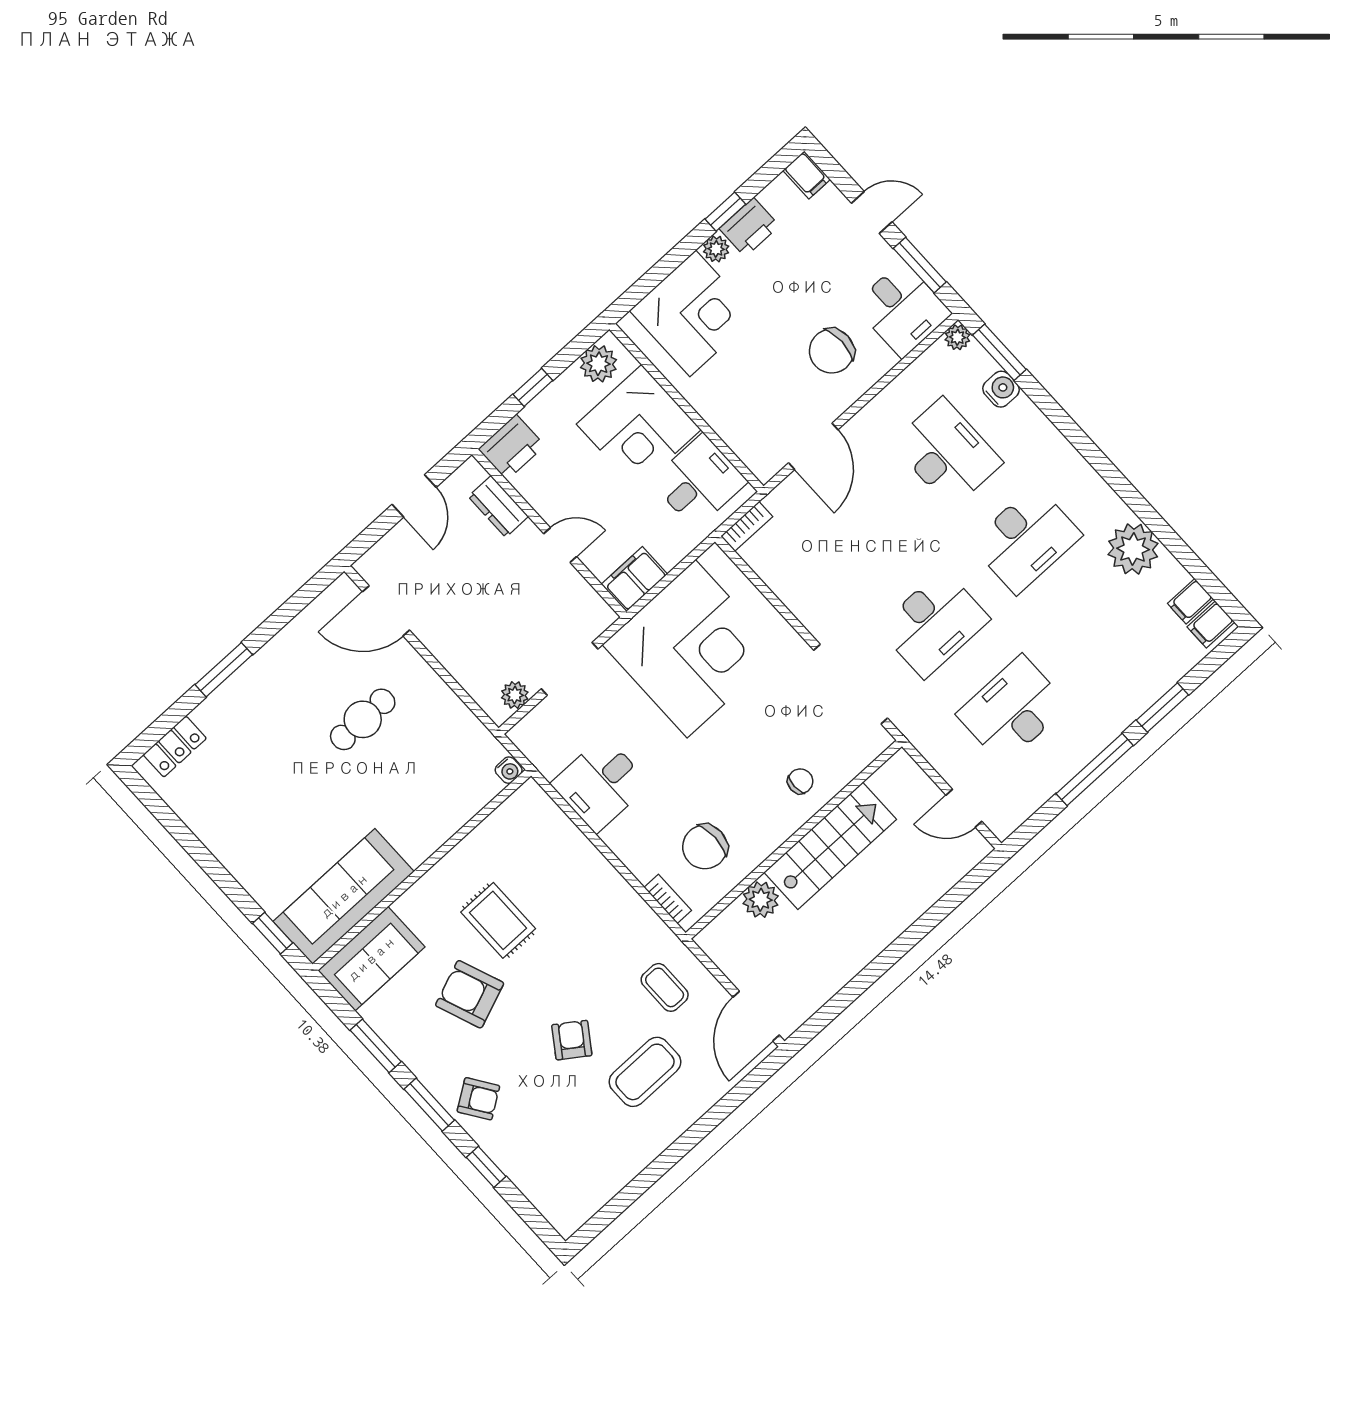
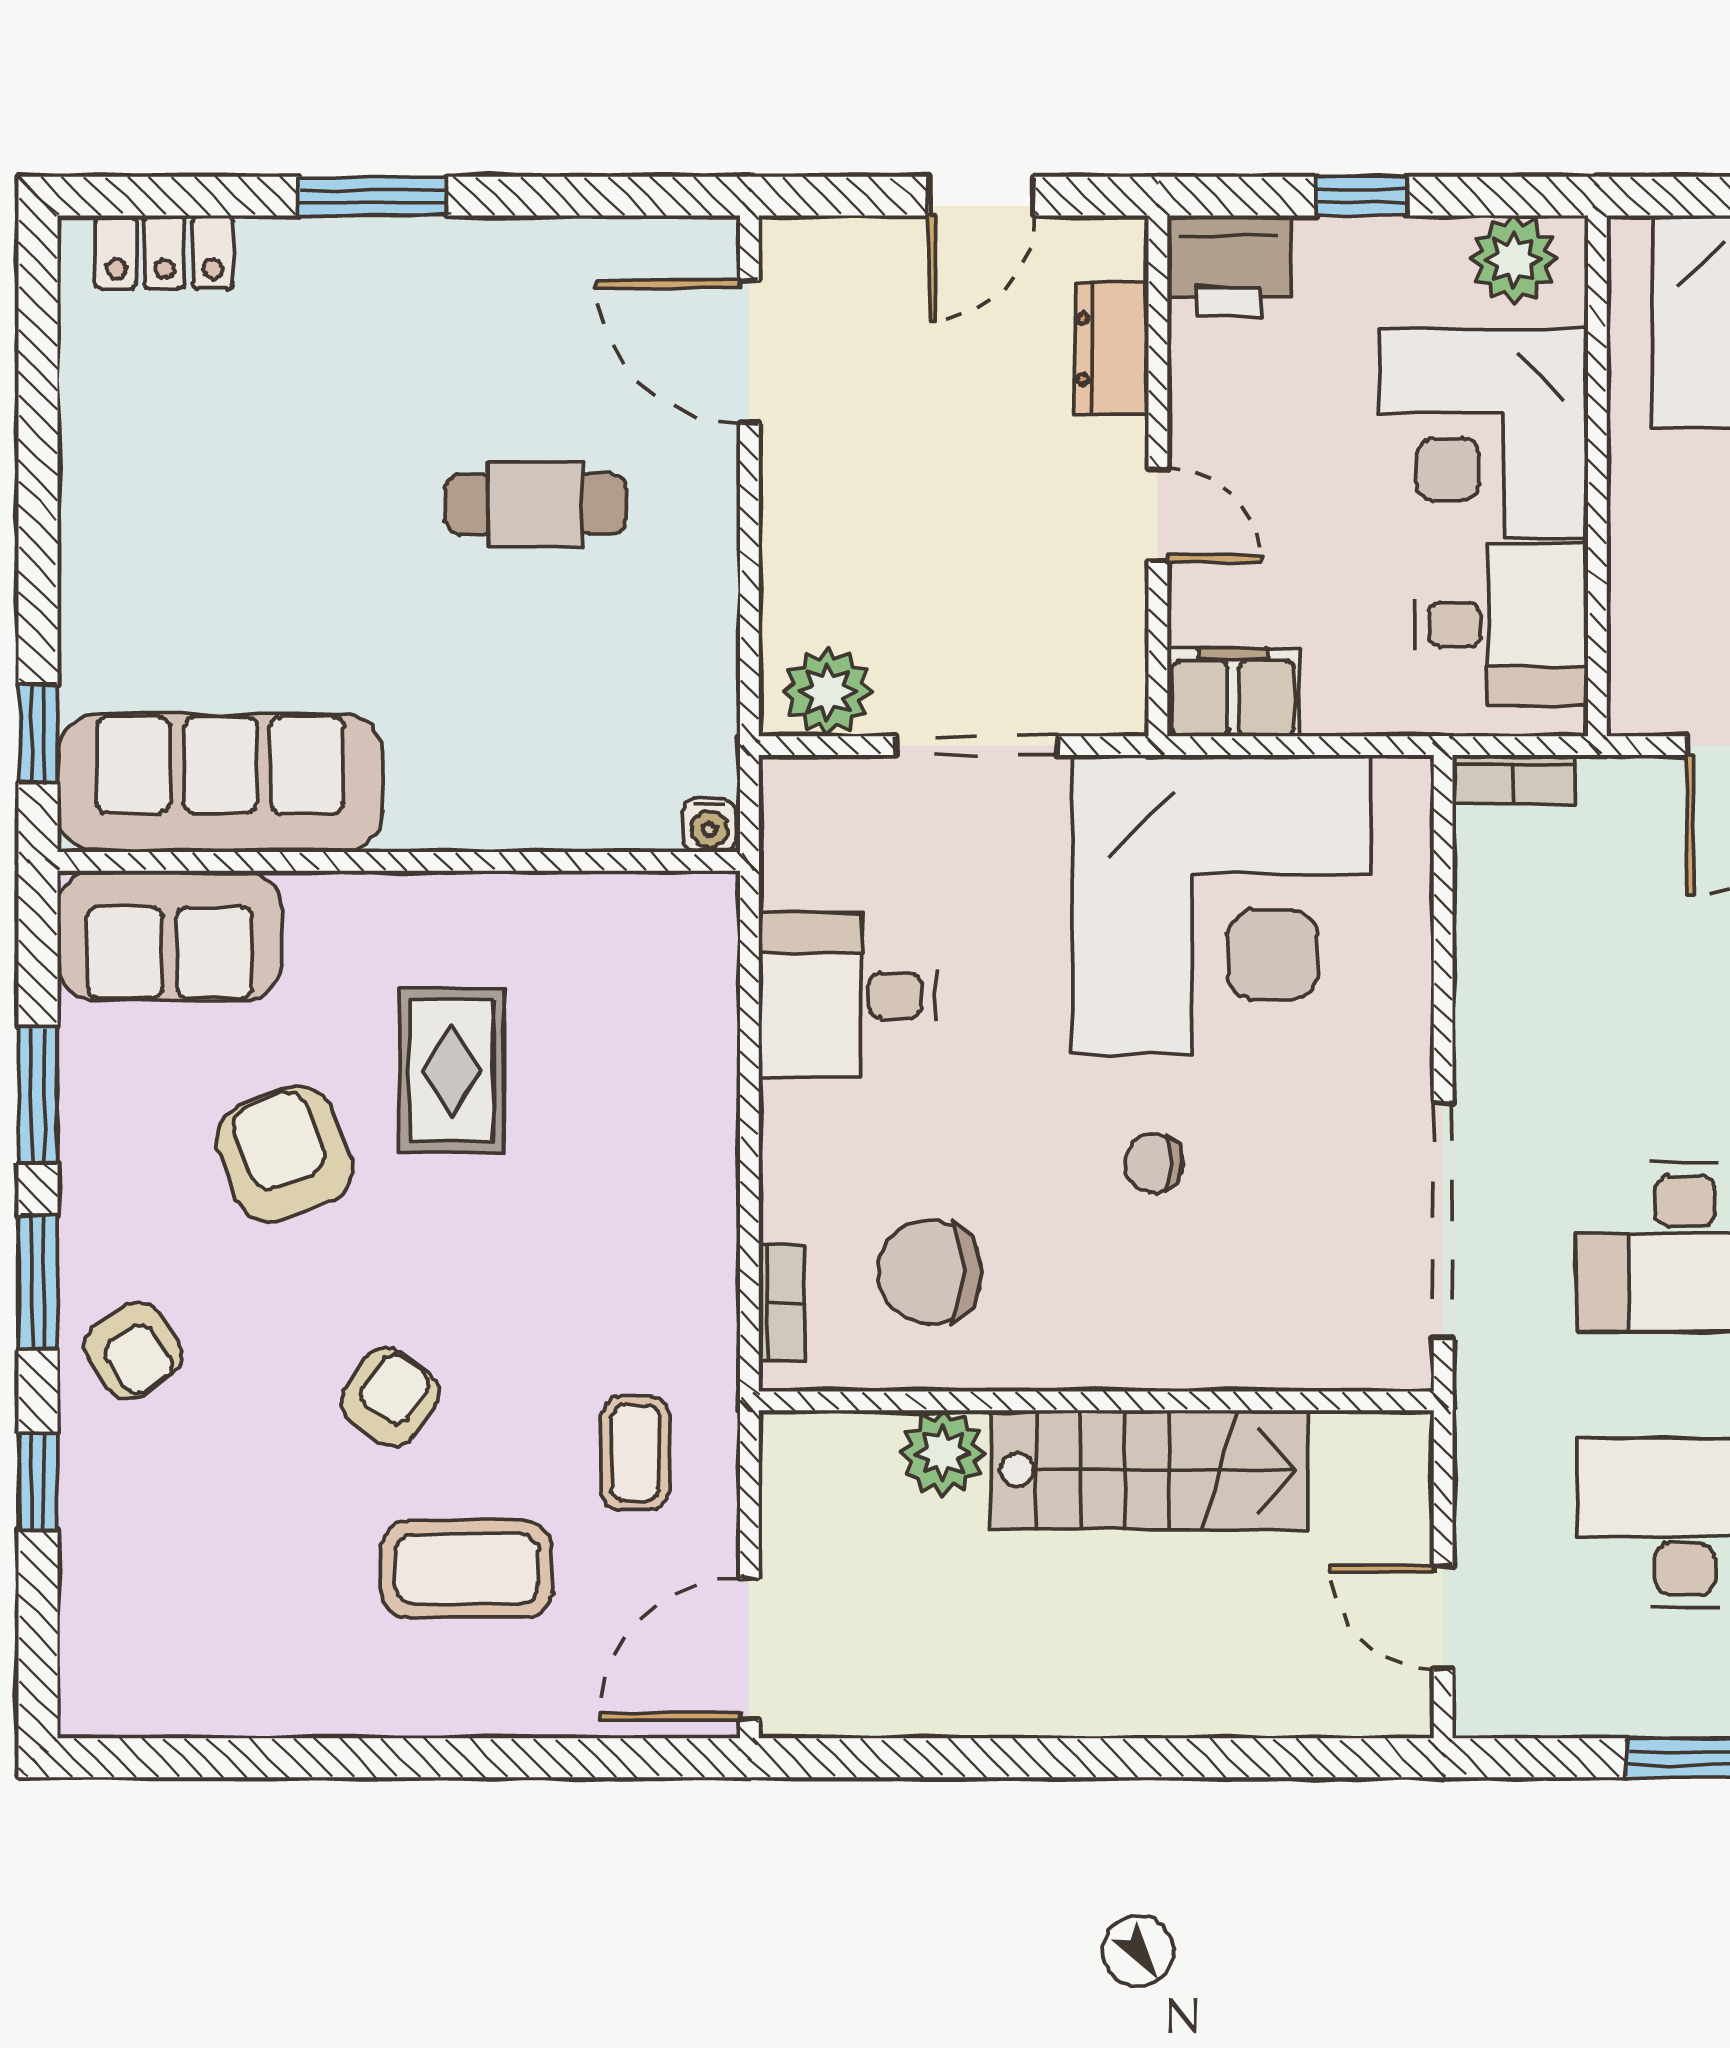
plant: (515, 695) -> (828, 692), width x1.38, depth x1.38
chair: (800, 781) -> (1154, 1163), moved, turned 180

